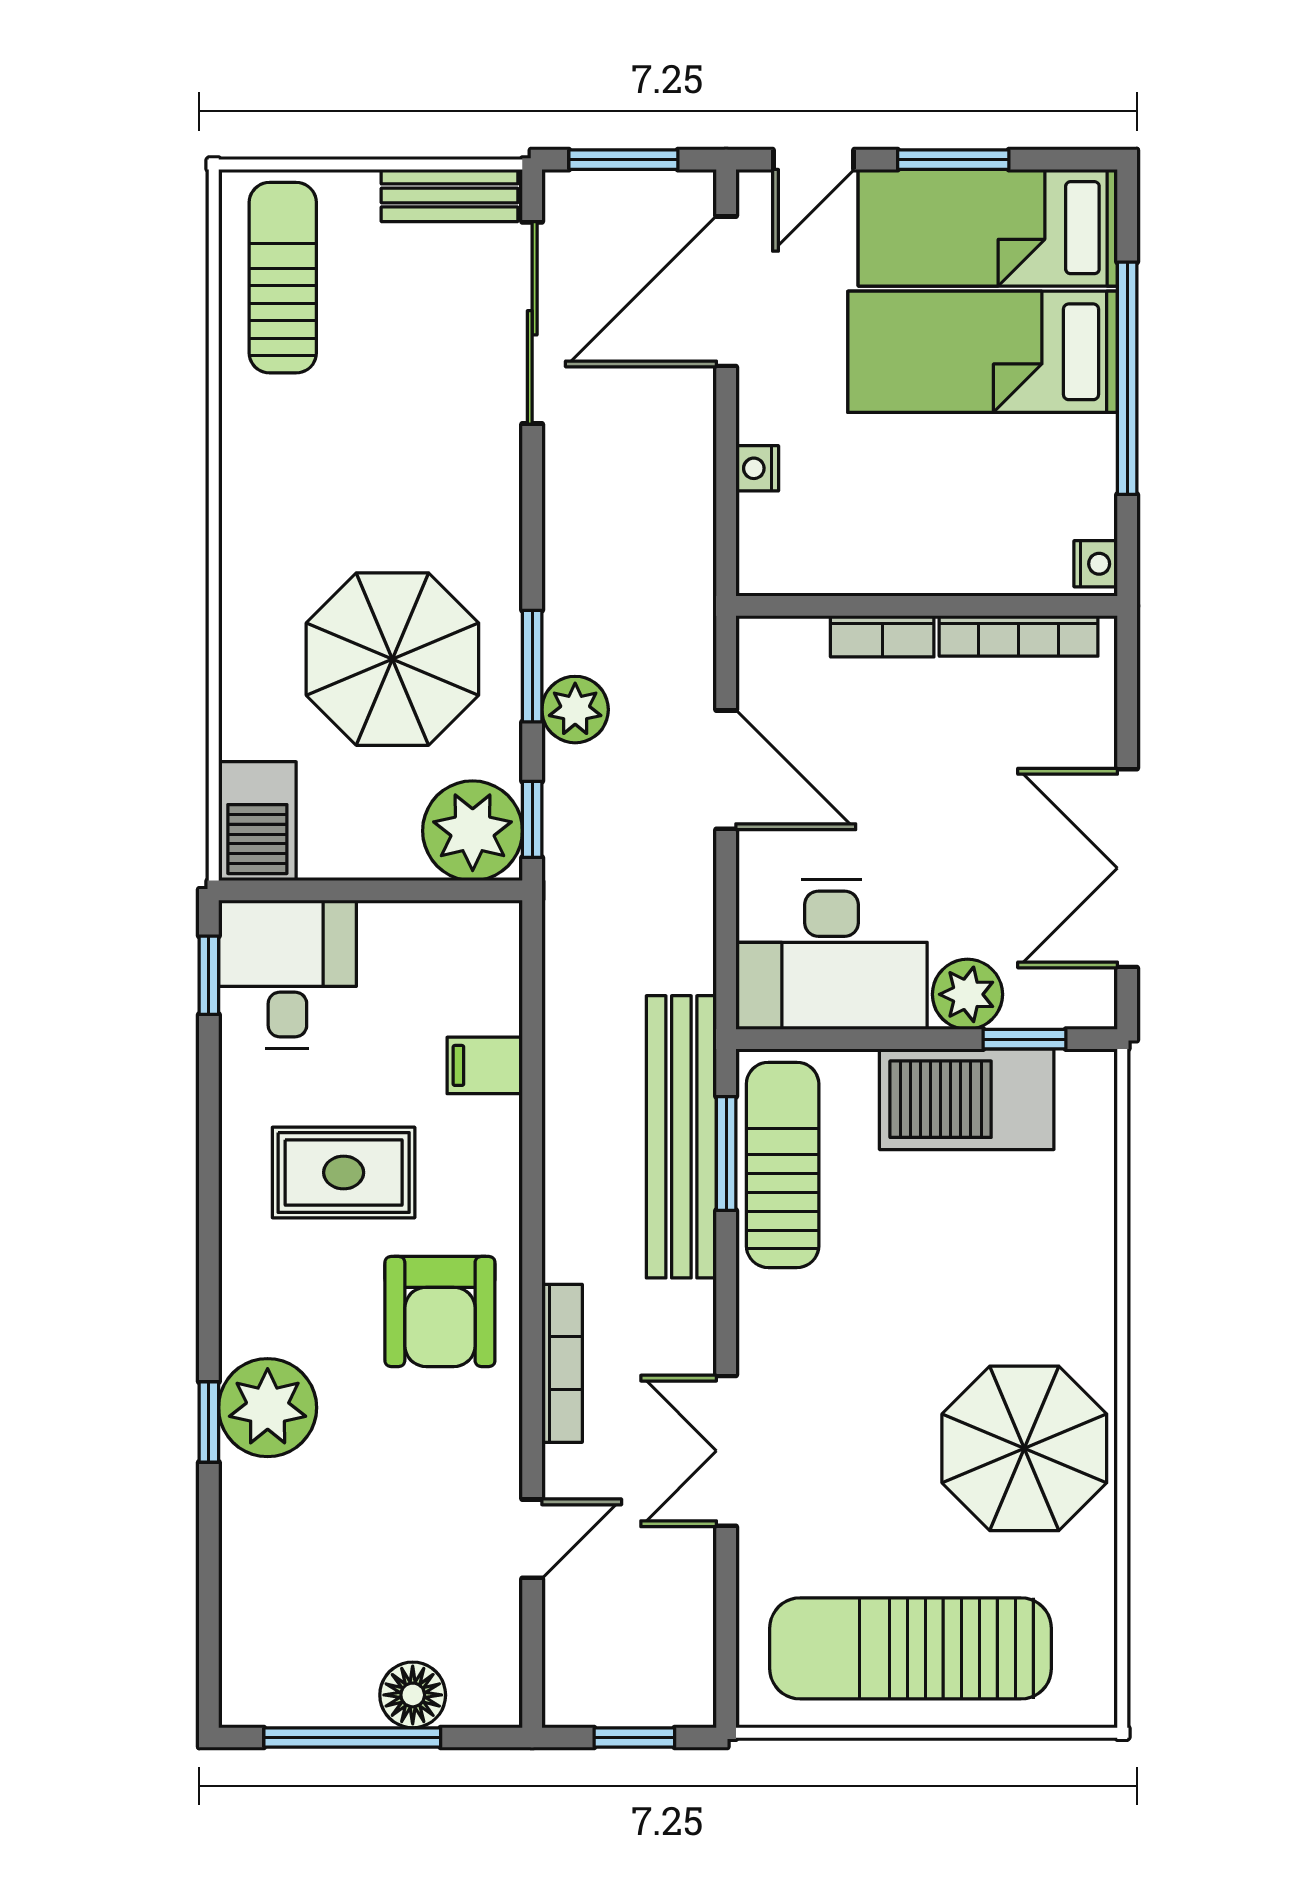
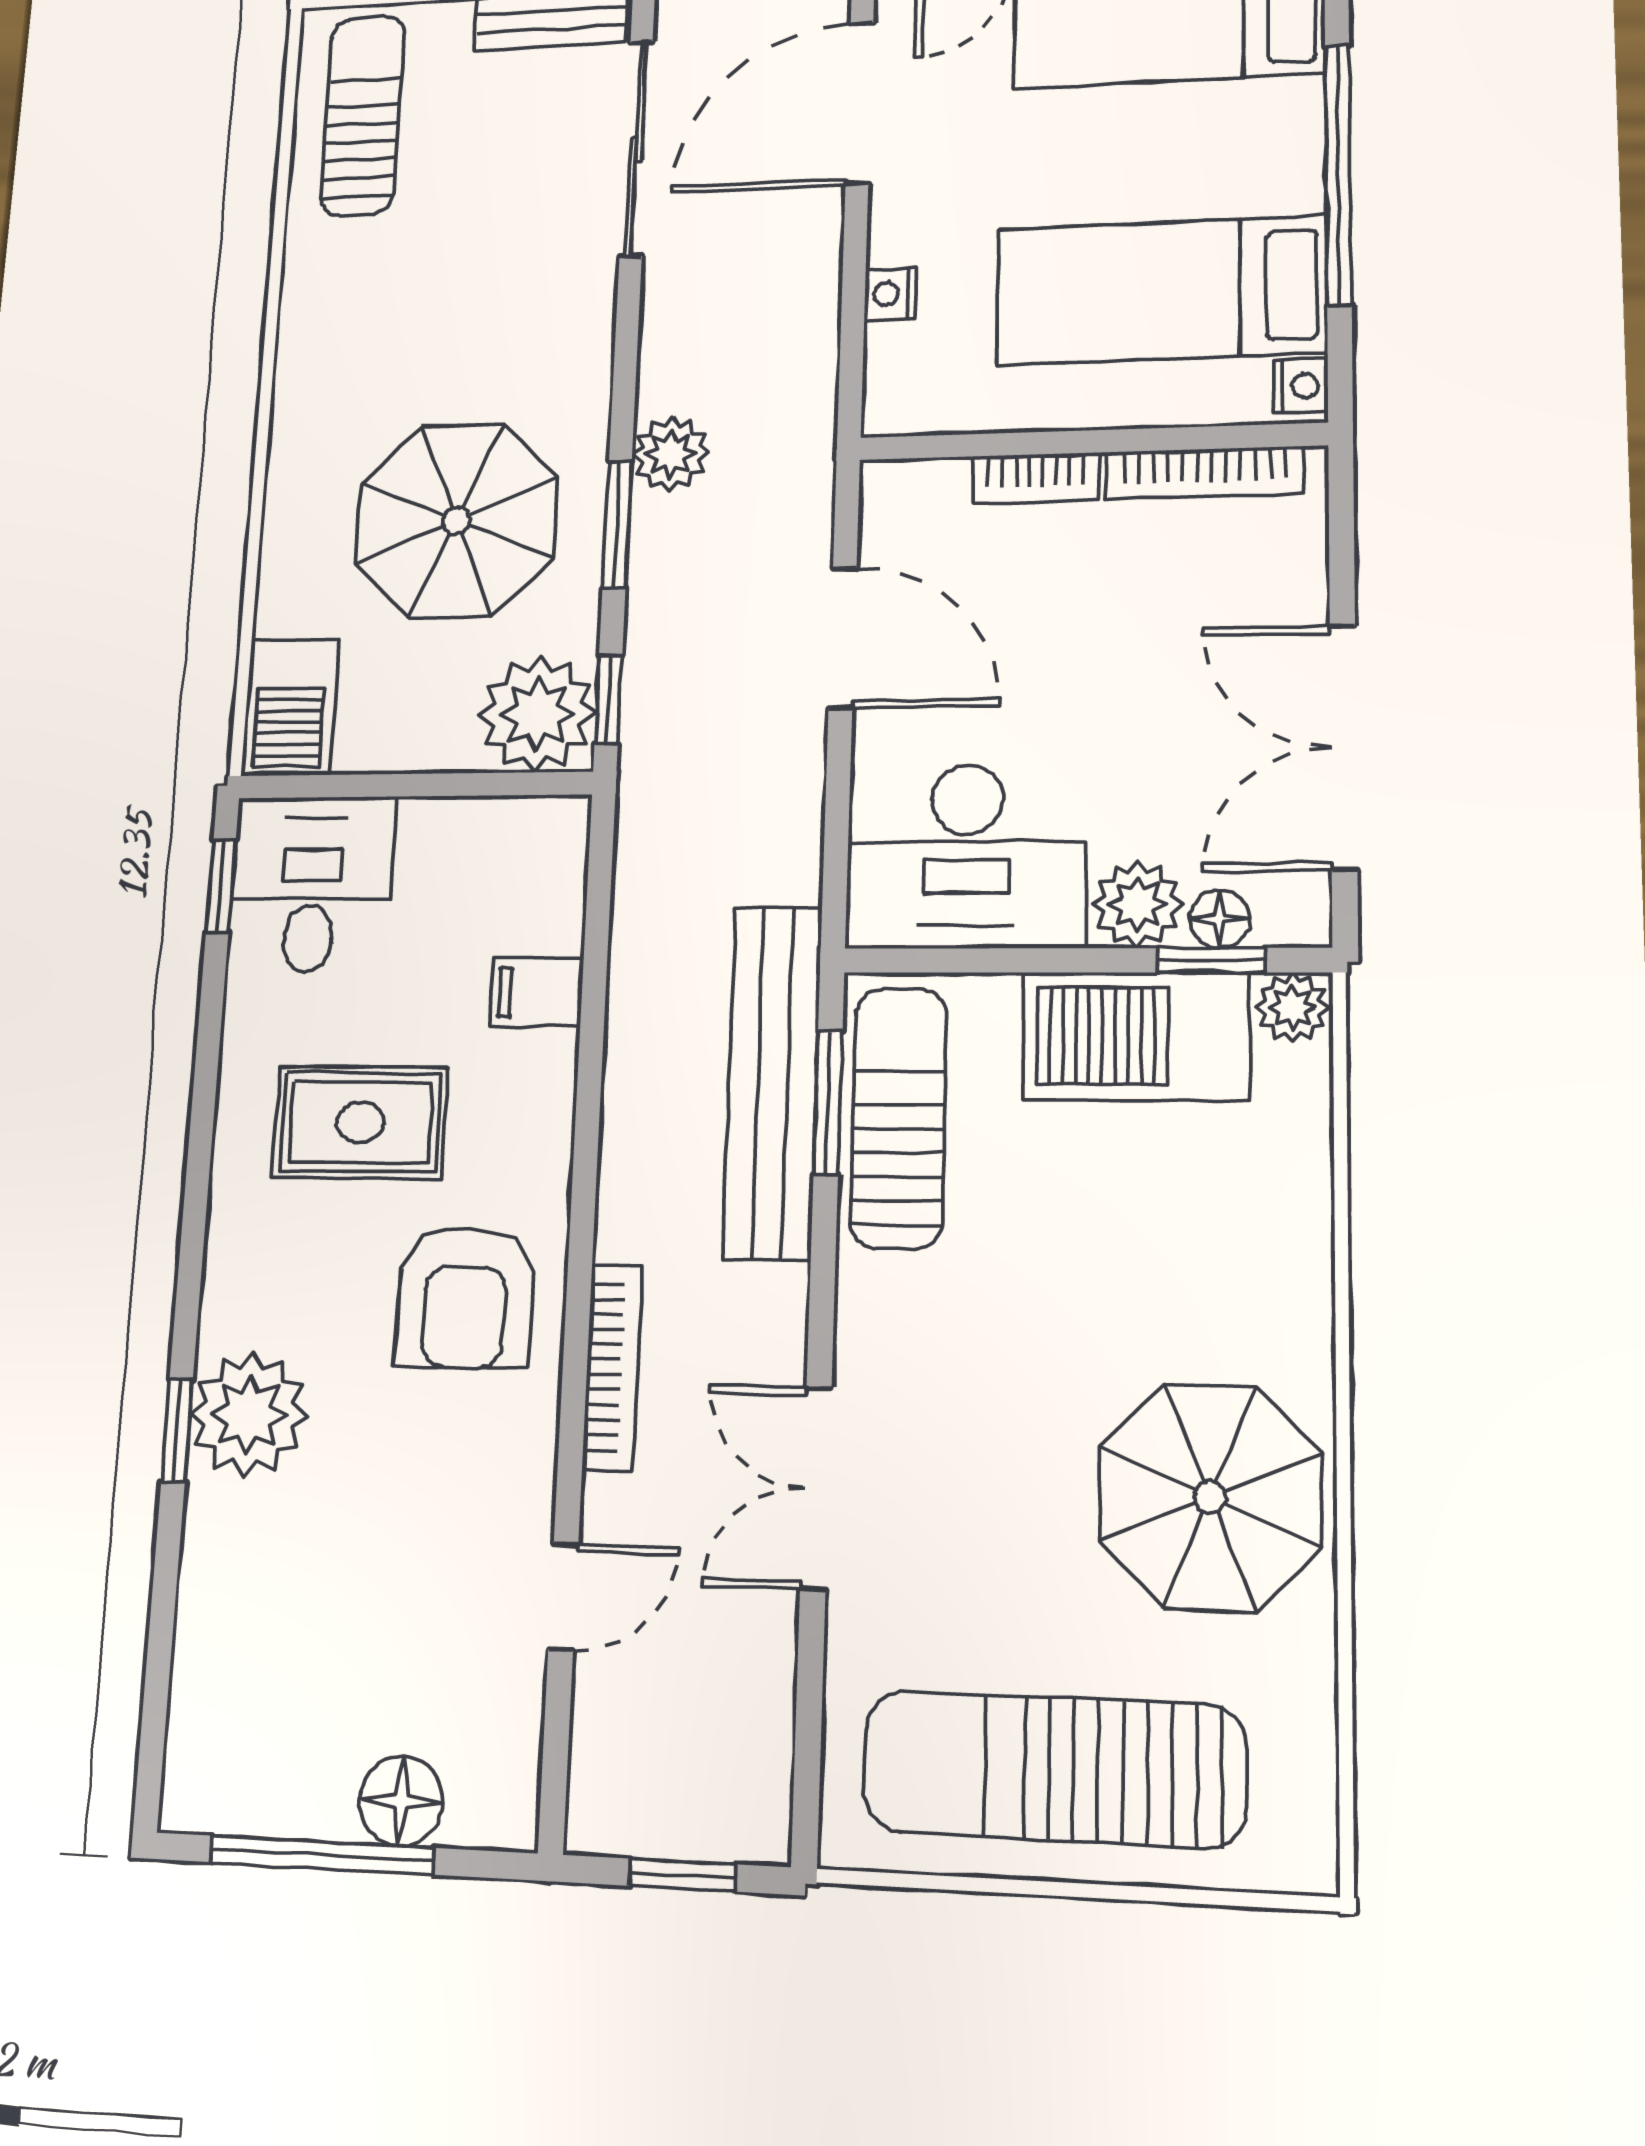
bed: (983, 352) -> (1161, 290), moved
plant: (575, 710) -> (671, 454), moved
floor lamp: (1031, 1006) -> (1220, 919), added
plant: (1087, 1076) -> (1292, 1007), added

